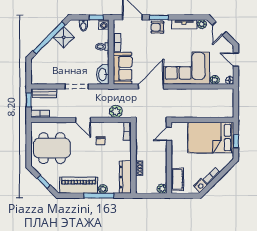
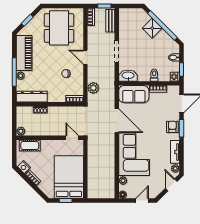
door: (219, 28) -> (171, 185), hinge flipped
shower: (64, 37) -> (152, 28), moved
door: (83, 120) -> (85, 57), hinge flipped

